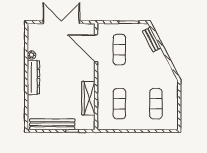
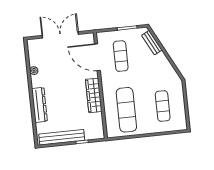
dresser: (33, 77) -> (39, 105), moved
wardrobe: (88, 98) -> (94, 95), moved
exercise mat: (119, 104) -> (126, 110), width x1.36, depth x1.45

